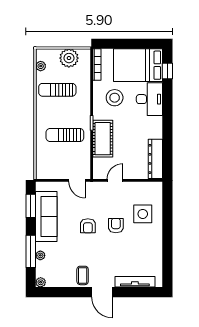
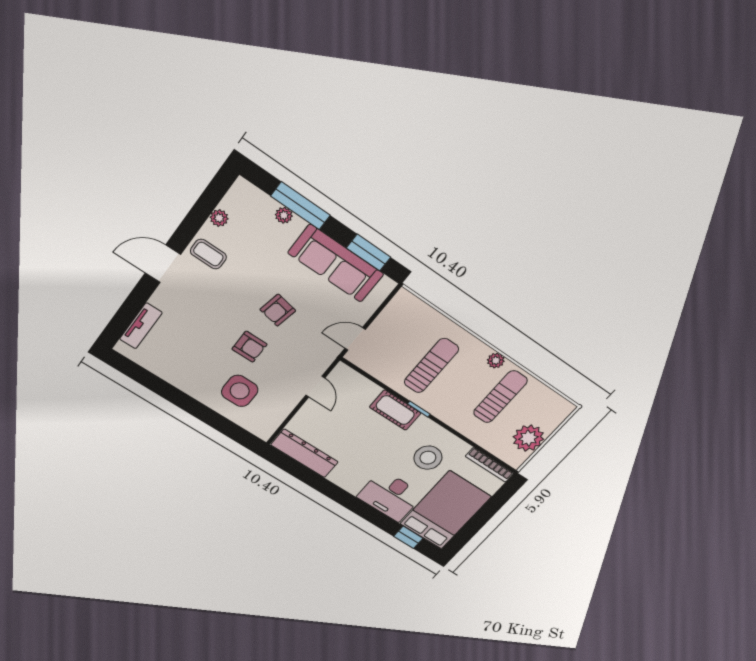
plant: (41, 66) -> (496, 361), moved
cot: (103, 139) -> (395, 410), width x0.73, depth x0.75
armchair: (88, 226) -> (278, 310), turned -79
plant: (41, 282) -> (219, 218), moved
tv unit: (135, 282) -> (141, 326), width x0.71

